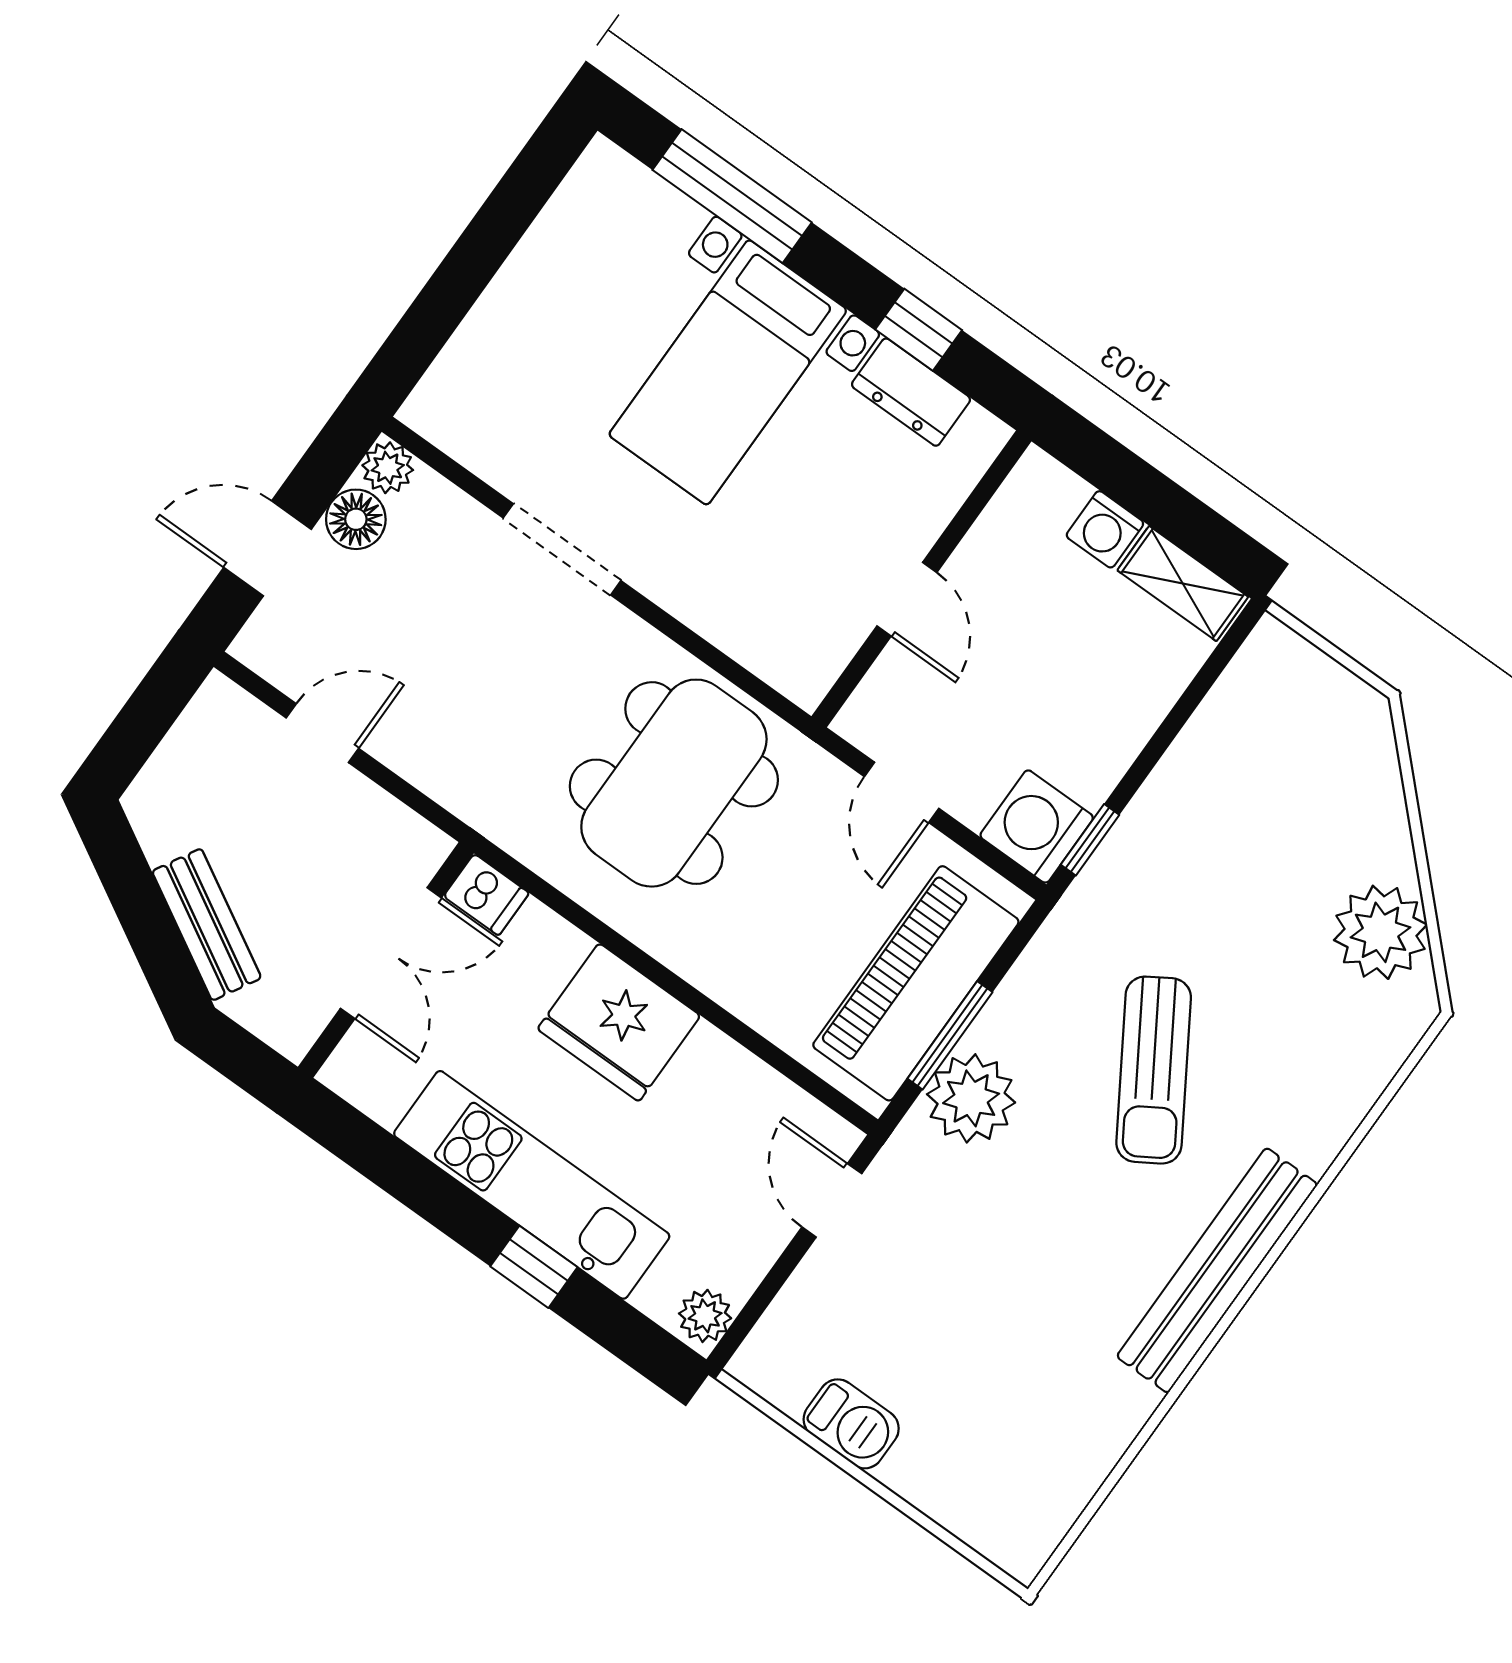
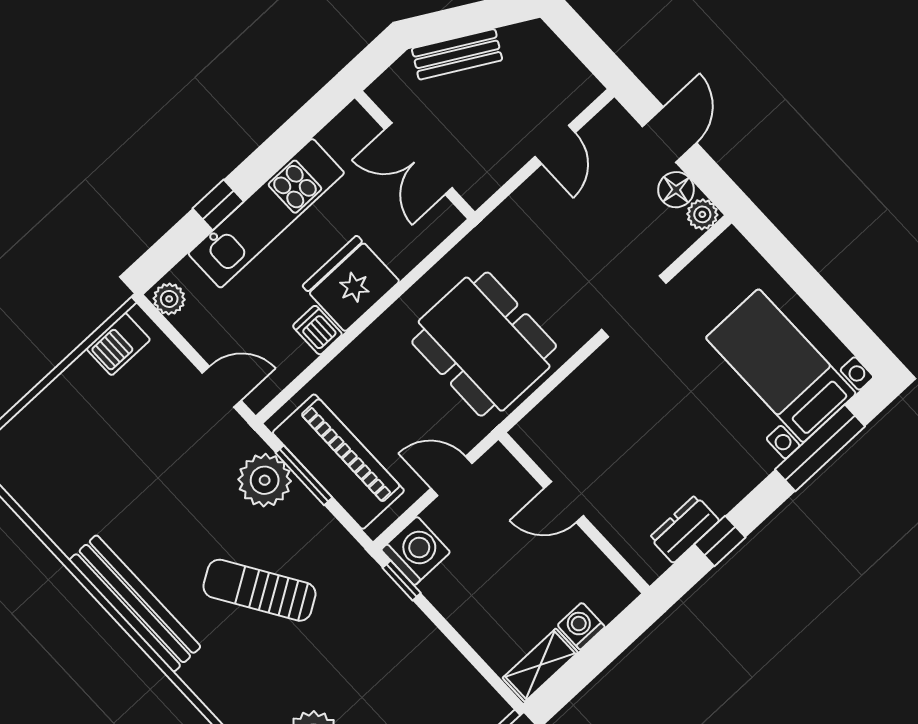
bed with nightstands: (728, 372) -> (781, 366), moved
dishwasher: (486, 895) -> (317, 330), moved, turned 90
barbecue: (851, 1424) -> (118, 344), moved

